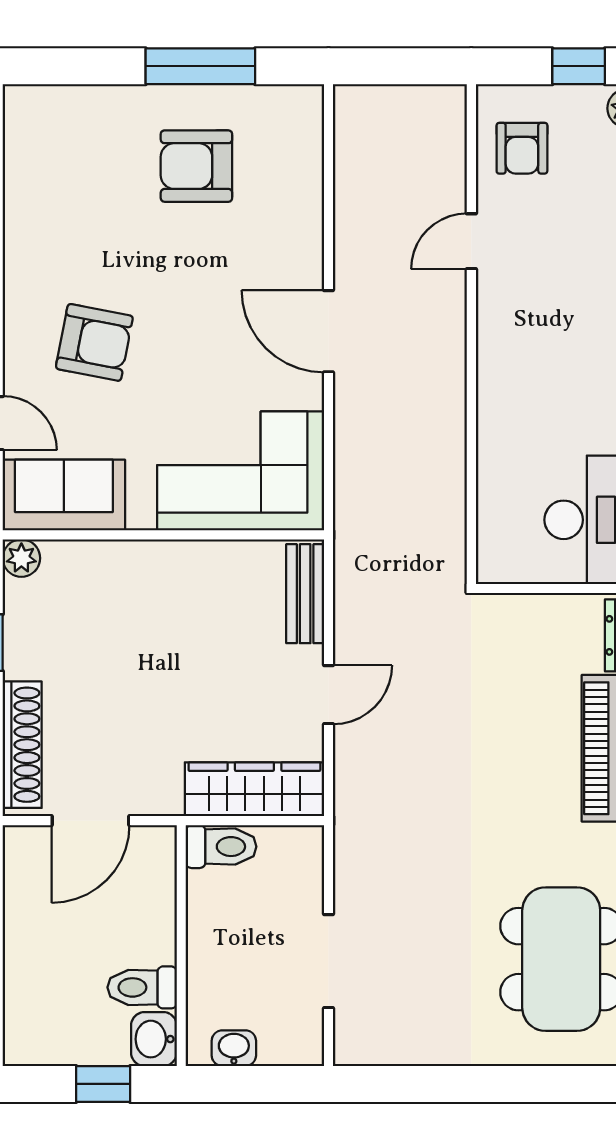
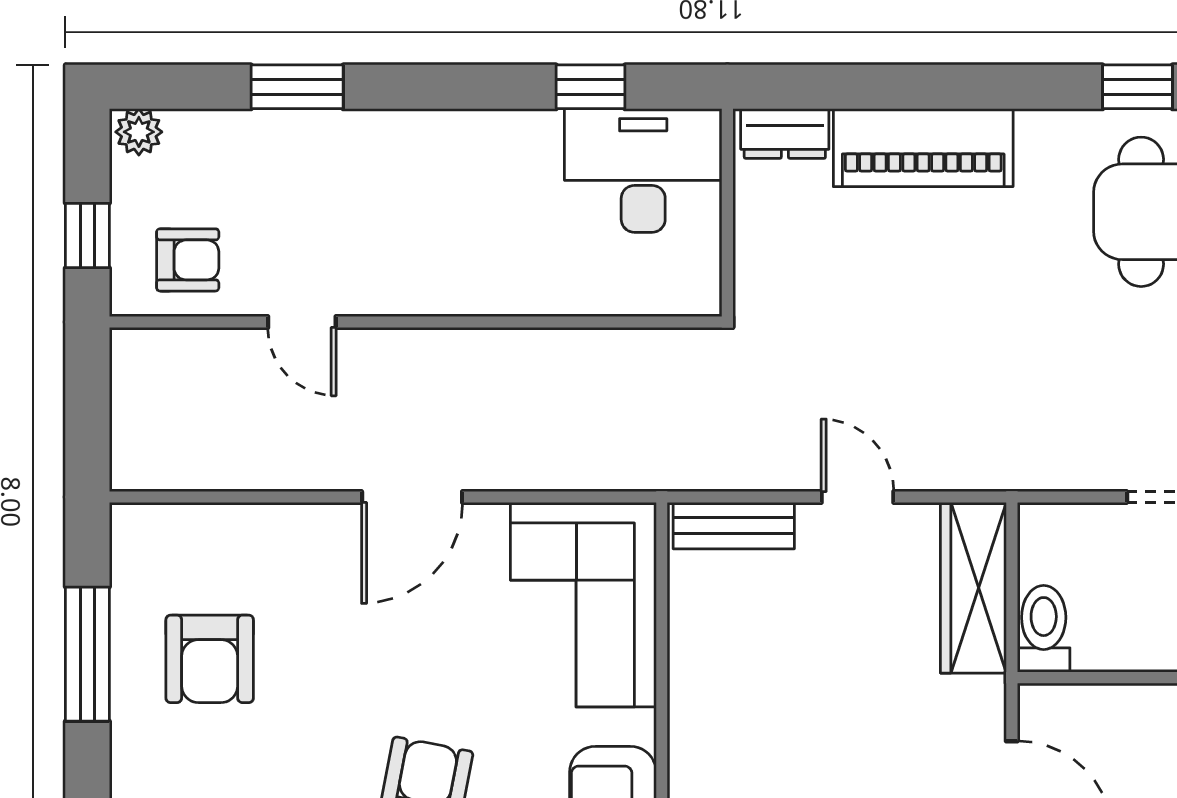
window: (579, 66) -> (87, 236), moved

